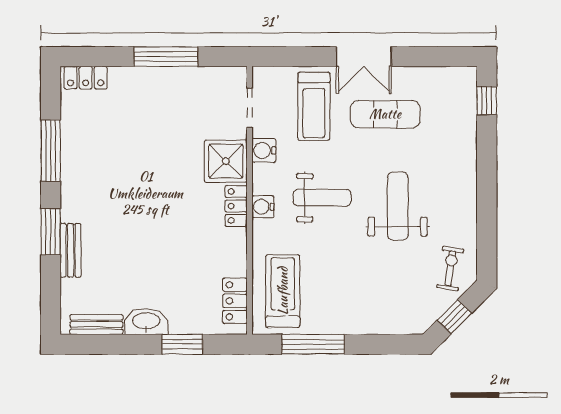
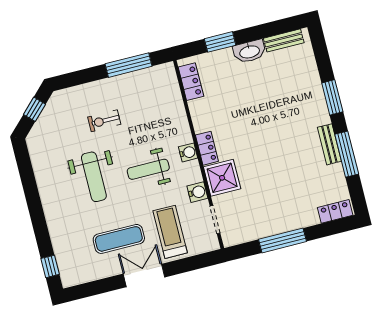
bench: (70, 250) -> (329, 144), moved
exercise bike: (450, 268) -> (104, 121), moved, turned 82
treadmill: (283, 291) -> (159, 97), removed

